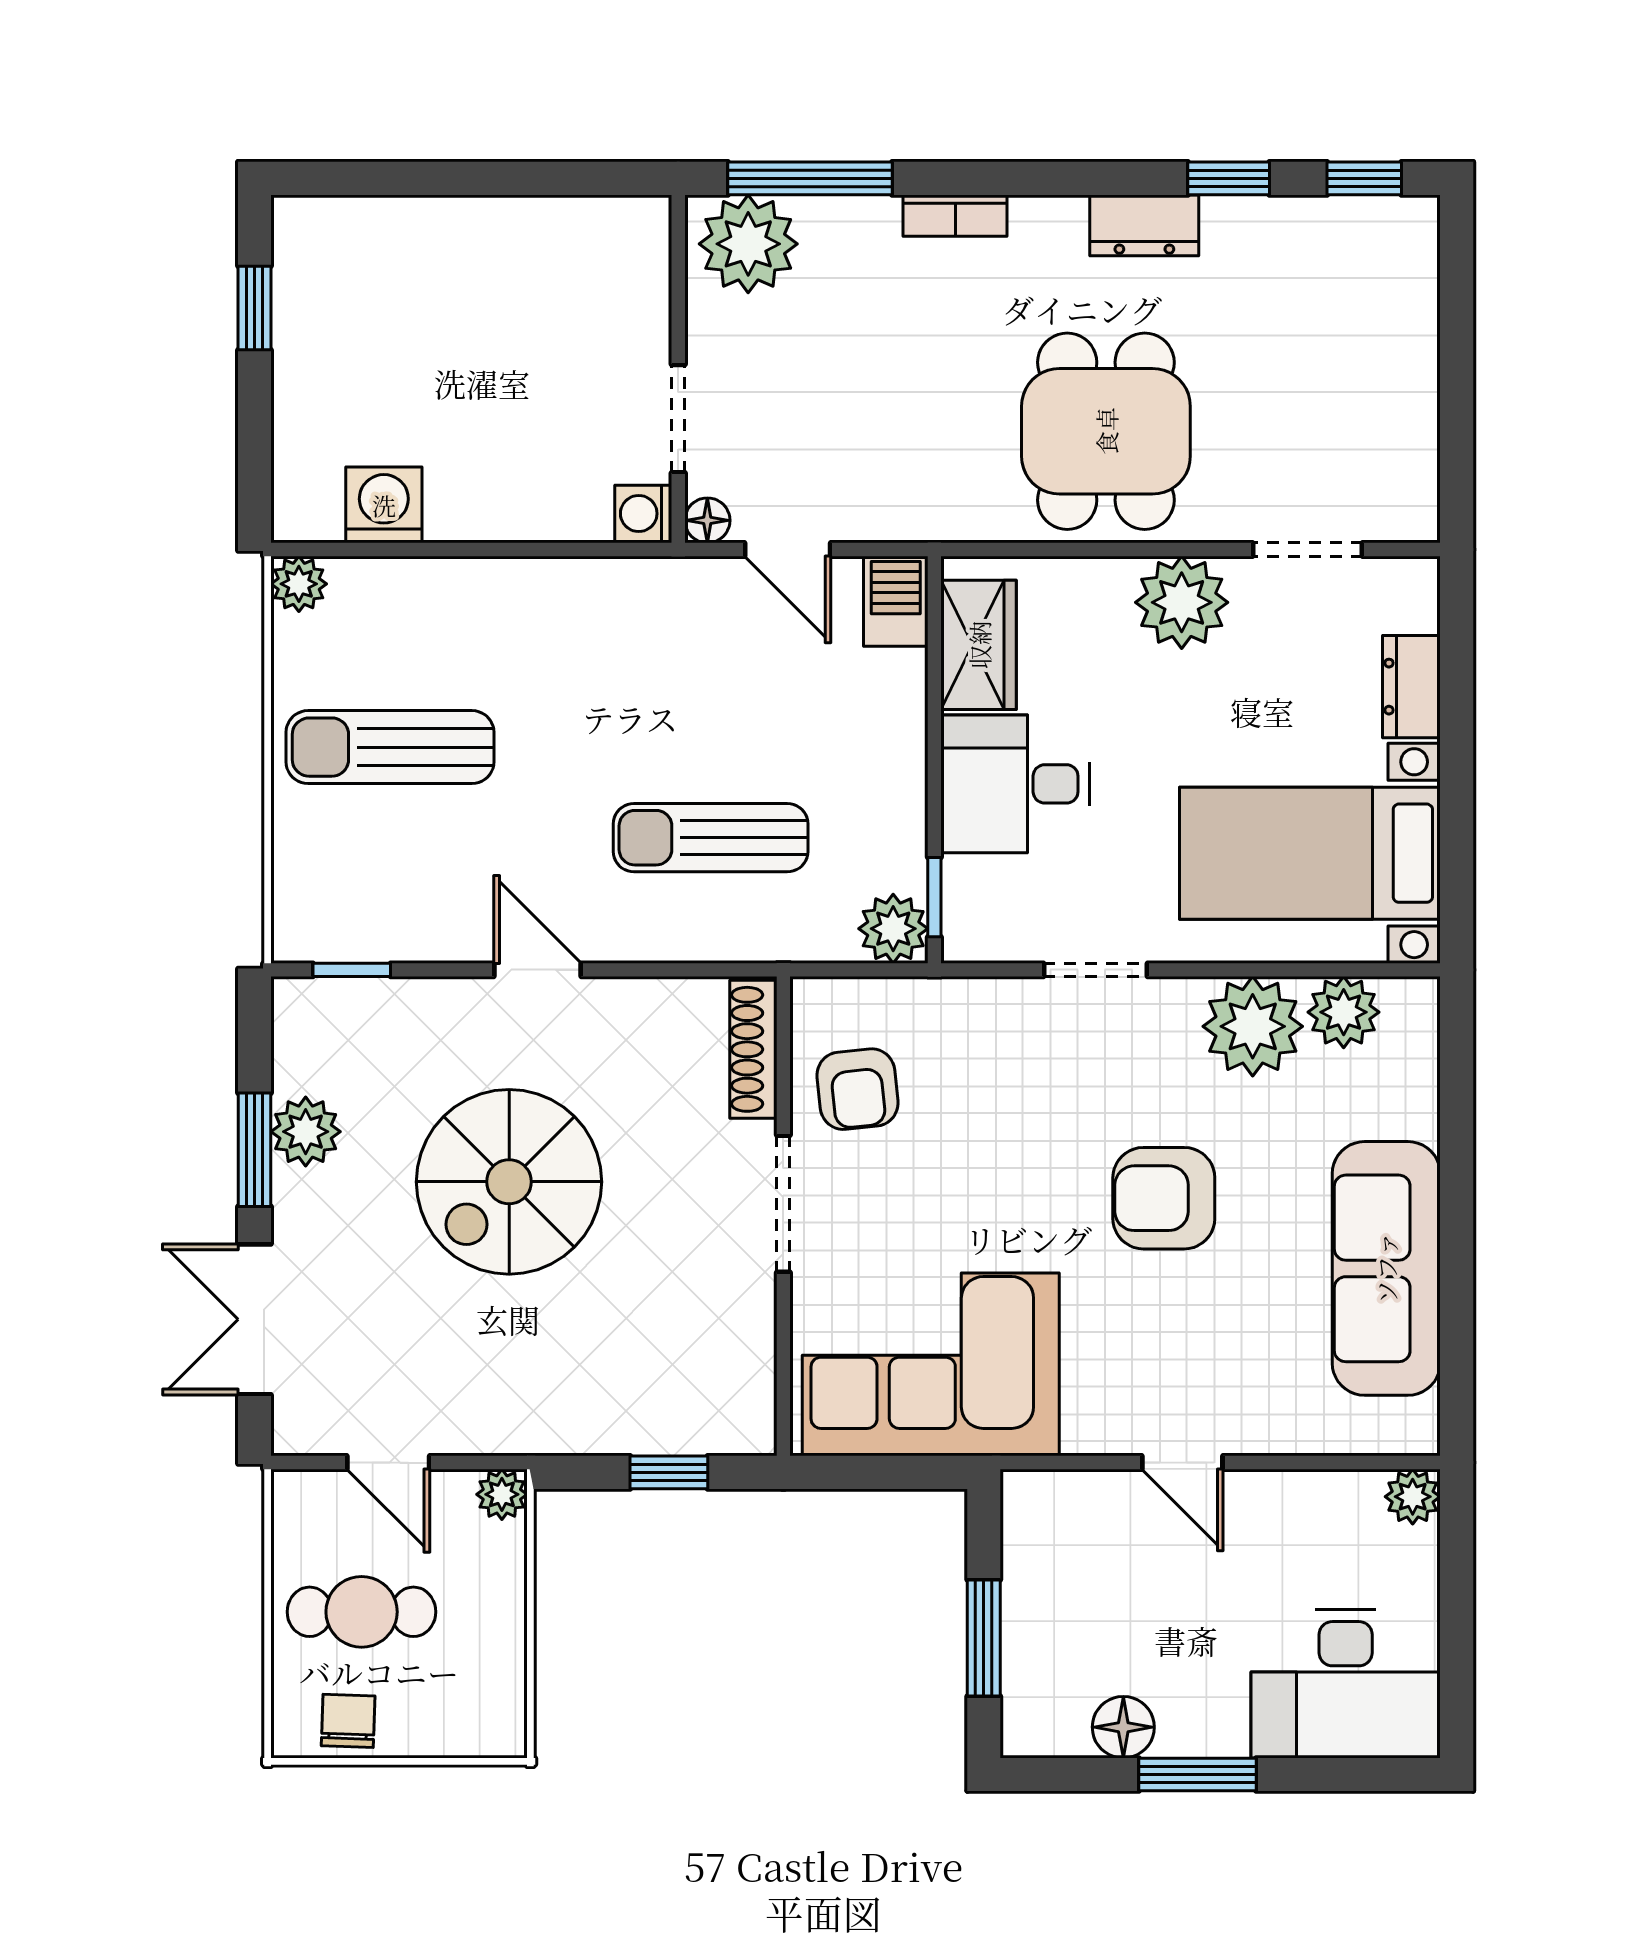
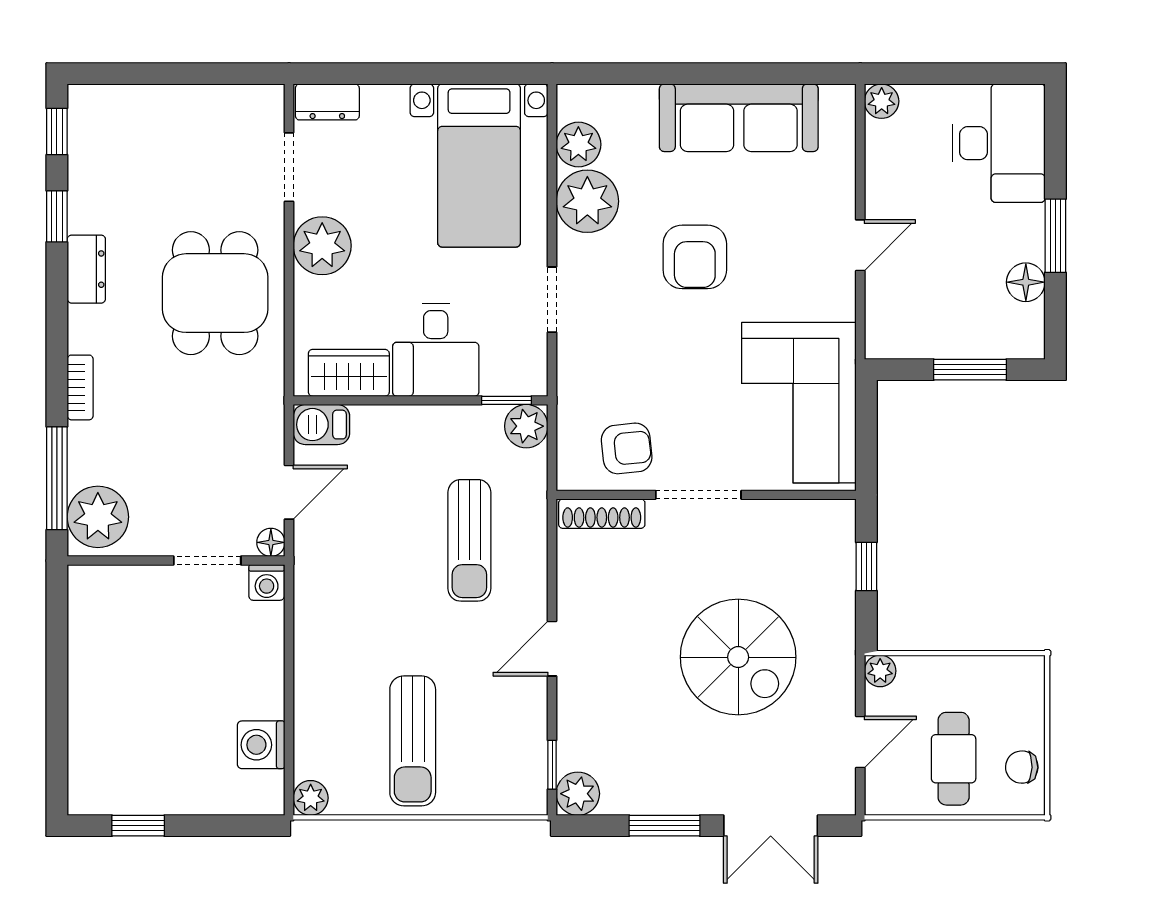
dining table: (1106, 431) -> (215, 293), turned 90
dresser: (1411, 687) -> (327, 102), moved
plant: (306, 1132) -> (578, 794), moved
spiral stairs: (509, 1182) -> (738, 657), moved

